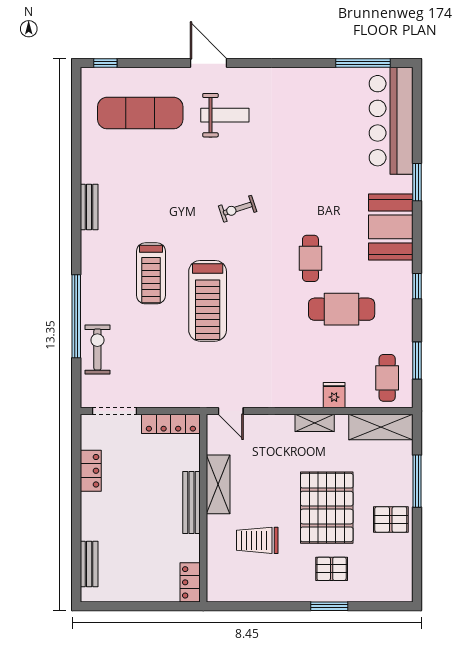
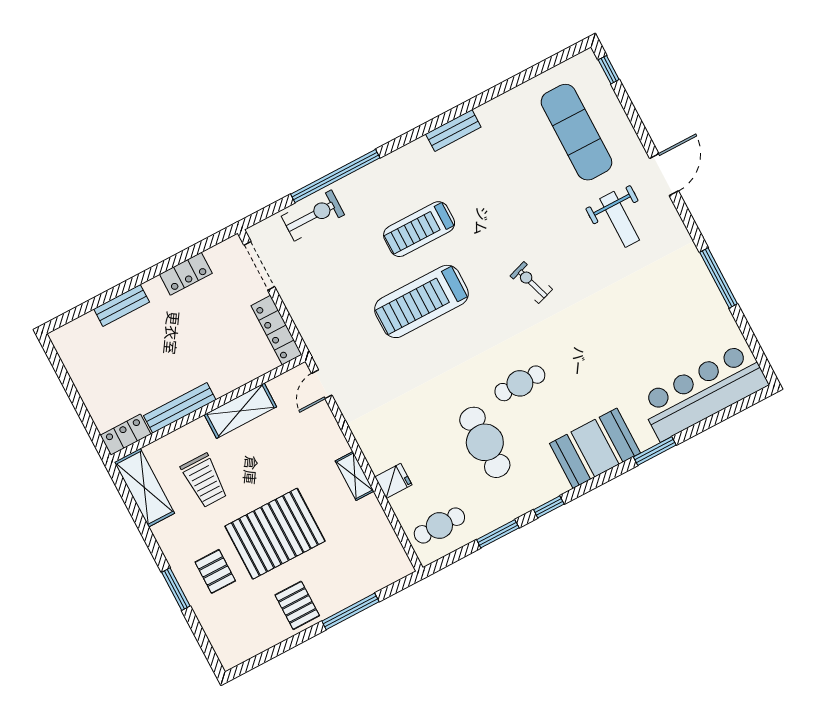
window: (363, 63) -> (719, 278), moved
window: (417, 360) -> (498, 534), moved
shelving: (381, 427) -> (144, 488), moved
bench: (191, 503) -> (180, 408), moved
trolley: (257, 540) -> (204, 480), turned 180
bench: (89, 564) -> (122, 305), moved

